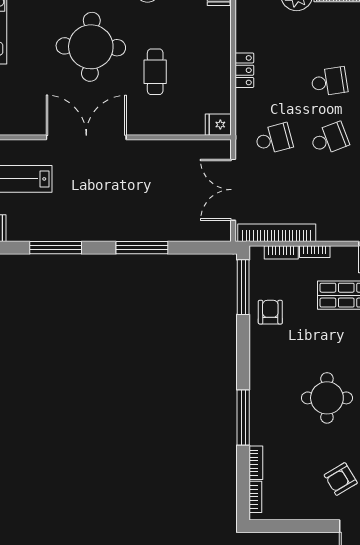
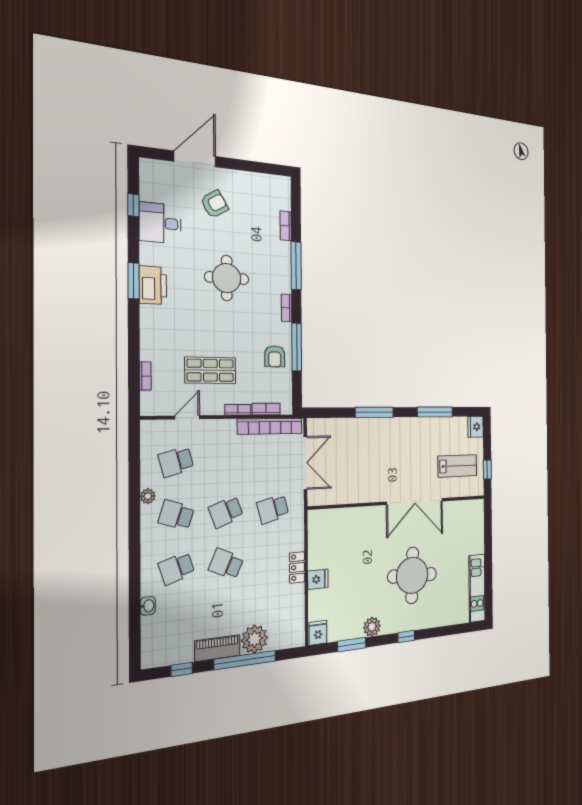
cafe table: (155, 72) -> (366, 559), removed
school desk: (329, 82) -> (226, 564), turned 33
fridge: (218, 125) -> (318, 579), moved
window: (243, 287) -> (297, 347), moved
bookcase: (255, 497) -> (287, 308), moved

